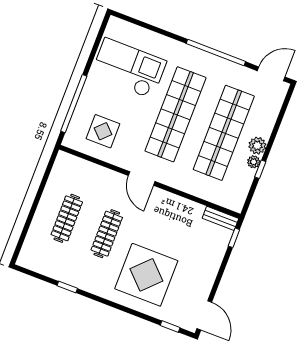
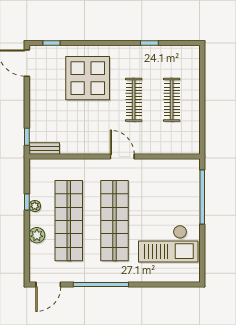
display table: (103, 131) -> (169, 183), removed
plant: (257, 146) -> (37, 235), moved

